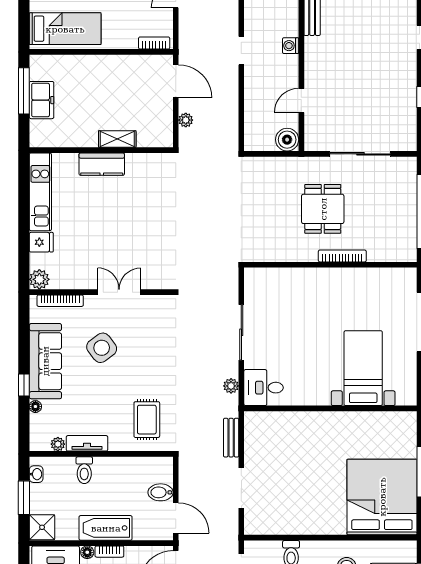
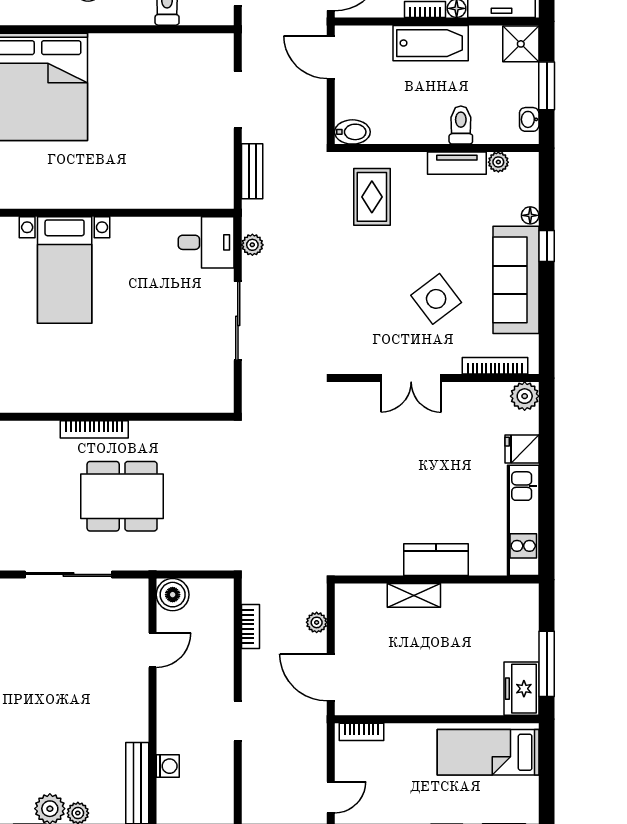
washing machine: (291, 46) -> (168, 766), moved
freezer: (42, 100) -> (521, 689), moved
bookcase: (232, 117) -> (250, 627), added
dining table: (323, 209) -> (122, 496), width x1.38
bidet: (161, 492) -> (352, 132), moved

